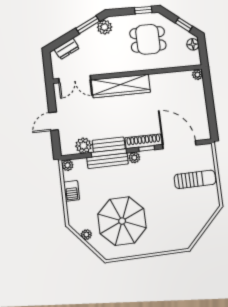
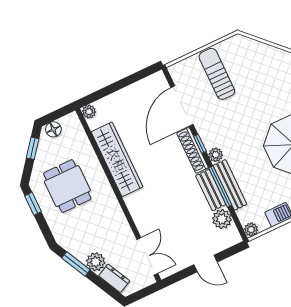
plant: (105, 27) -> (96, 262), moved
wardrobe: (121, 86) -> (117, 159), moved

